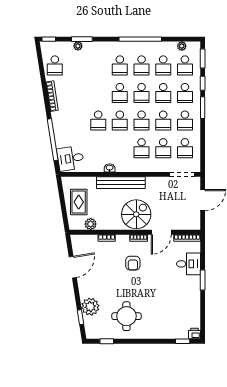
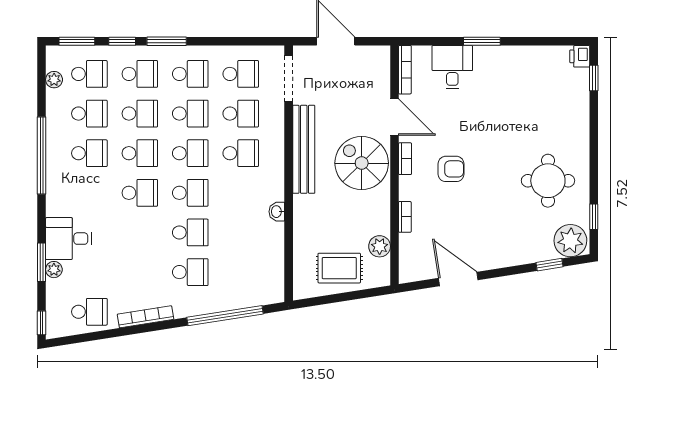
school desk: (120, 65) -> (190, 272), moved
desk: (71, 158) -> (68, 239), moved, turned 99
bench: (121, 183) -> (304, 149), moved
plant: (90, 307) -> (570, 241), moved

